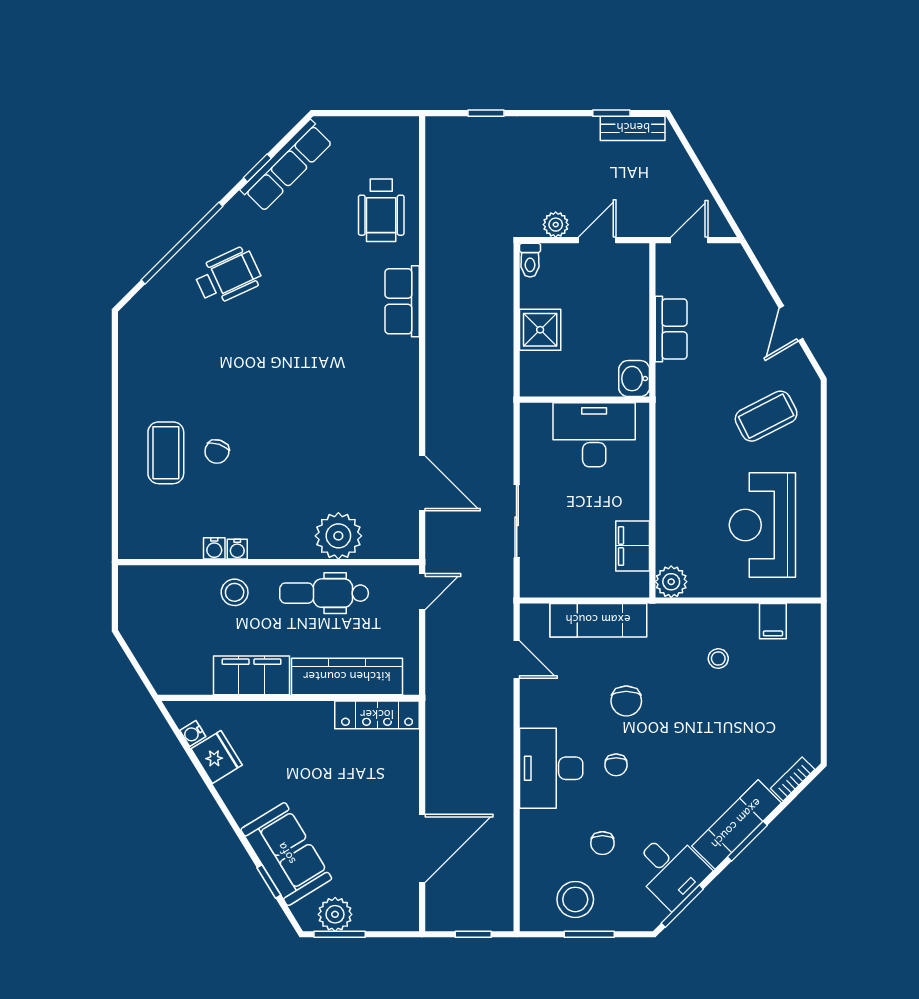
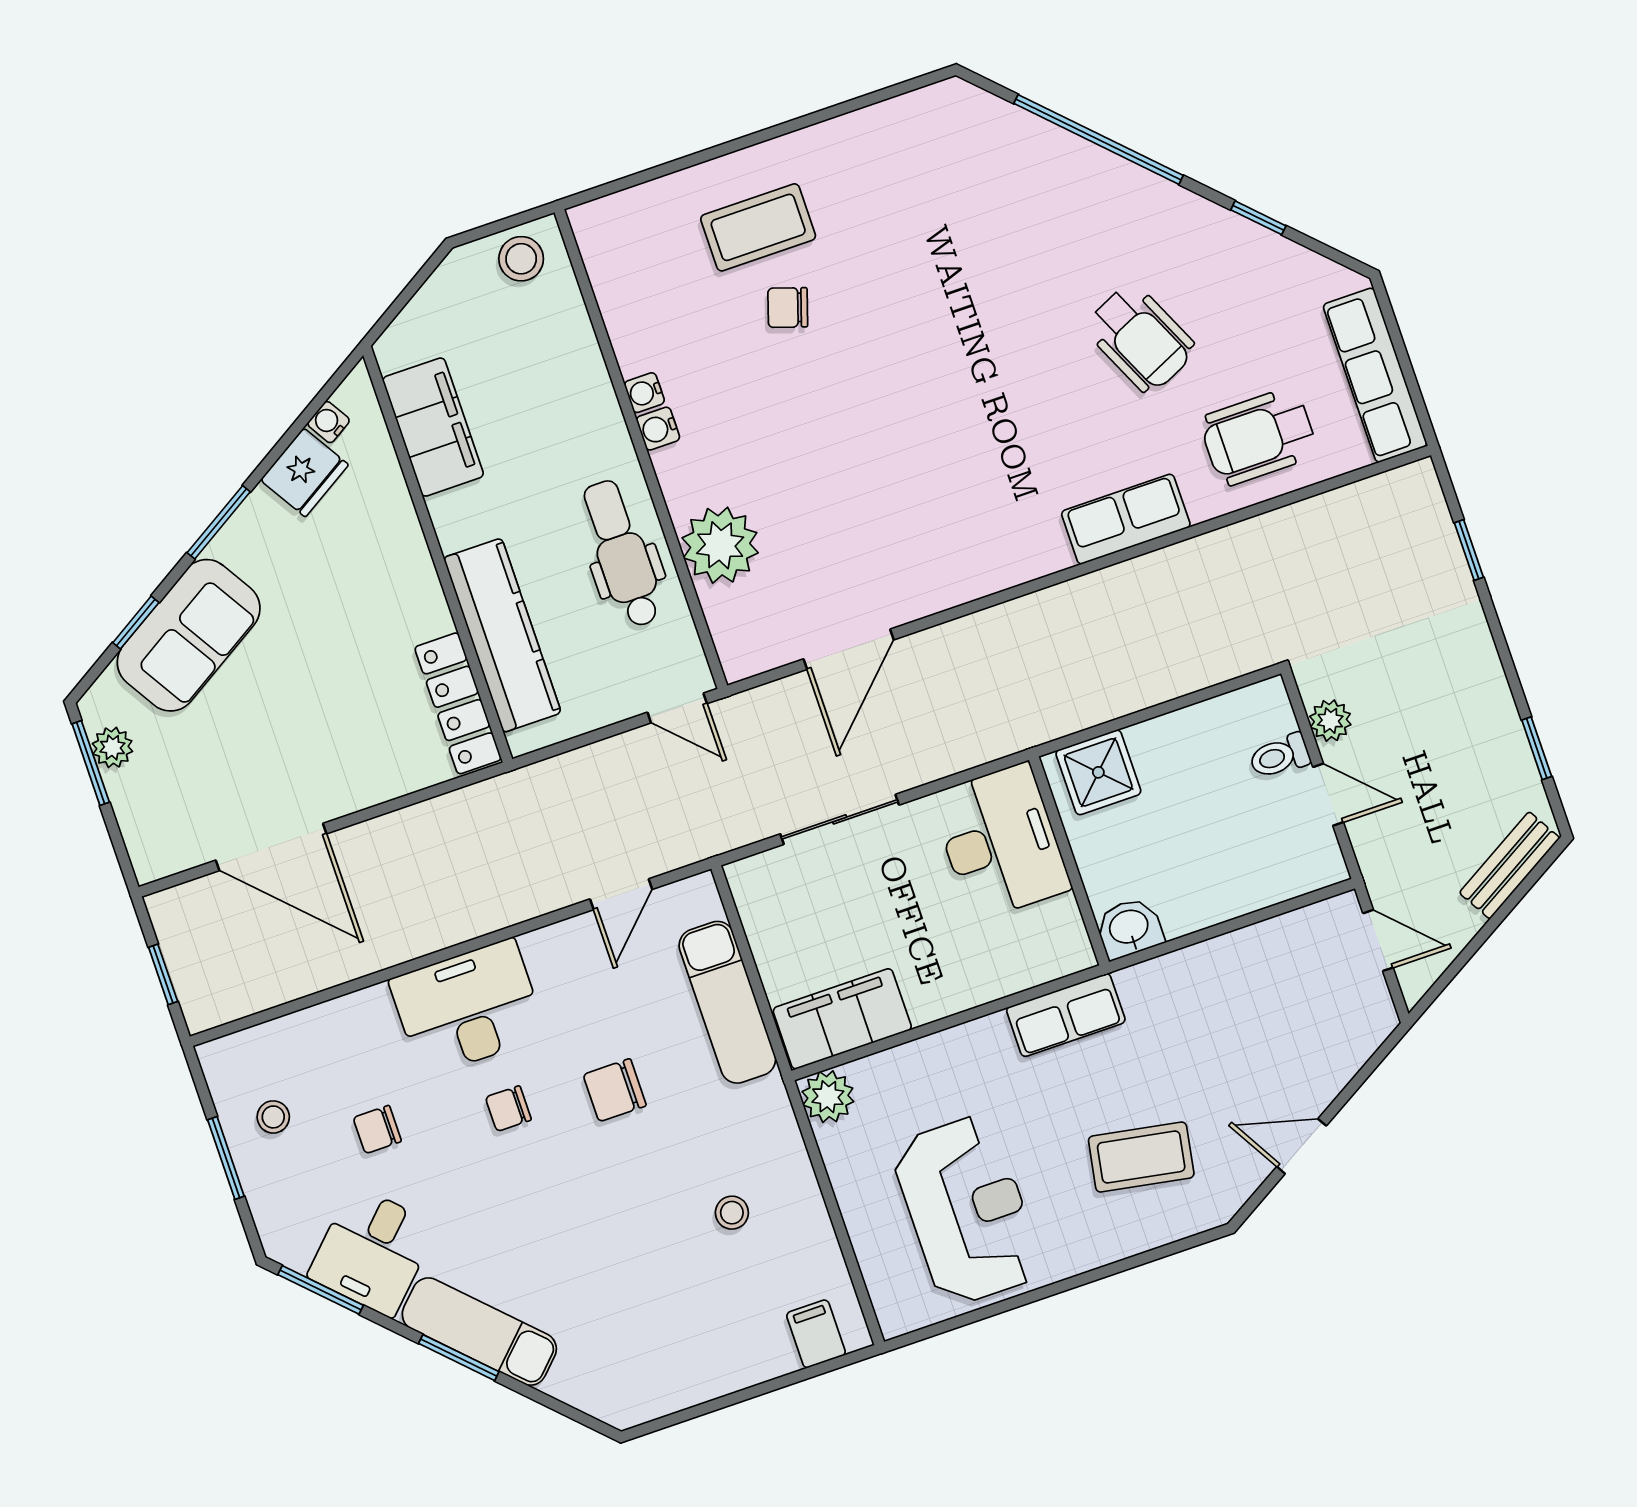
bench: (633, 128) -> (1510, 865), moved, turned 60
row of seats: (286, 166) -> (1375, 375), moved, turned 45
toilet: (530, 260) -> (1280, 756), moved
wheelchair: (228, 276) -> (1140, 338), moved
row of seats: (671, 329) -> (1066, 1015), moved
shower: (540, 330) -> (1098, 772), moved
coffee table: (766, 416) -> (1141, 1157), turned -53
desk: (594, 435) -> (1000, 842), moved
reception desk: (762, 525) -> (967, 1210), turned 90
filing cabinet: (633, 546) -> (842, 1019), width x1.50, depth x1.17
water cooler: (214, 548) -> (658, 429), moved
stool: (235, 592) -> (521, 259), moved
filing cabinet: (773, 621) -> (816, 1334), moved, turned 90
filing cabinet: (252, 675) -> (433, 427), moved
bookcase: (793, 779) -> (582, 1396), removed
window: (228, 815) -> (219, 522), added
stool: (575, 899) -> (273, 1117), width x0.53, depth x0.53
plant: (335, 914) -> (112, 747), width x0.73, depth x0.73

